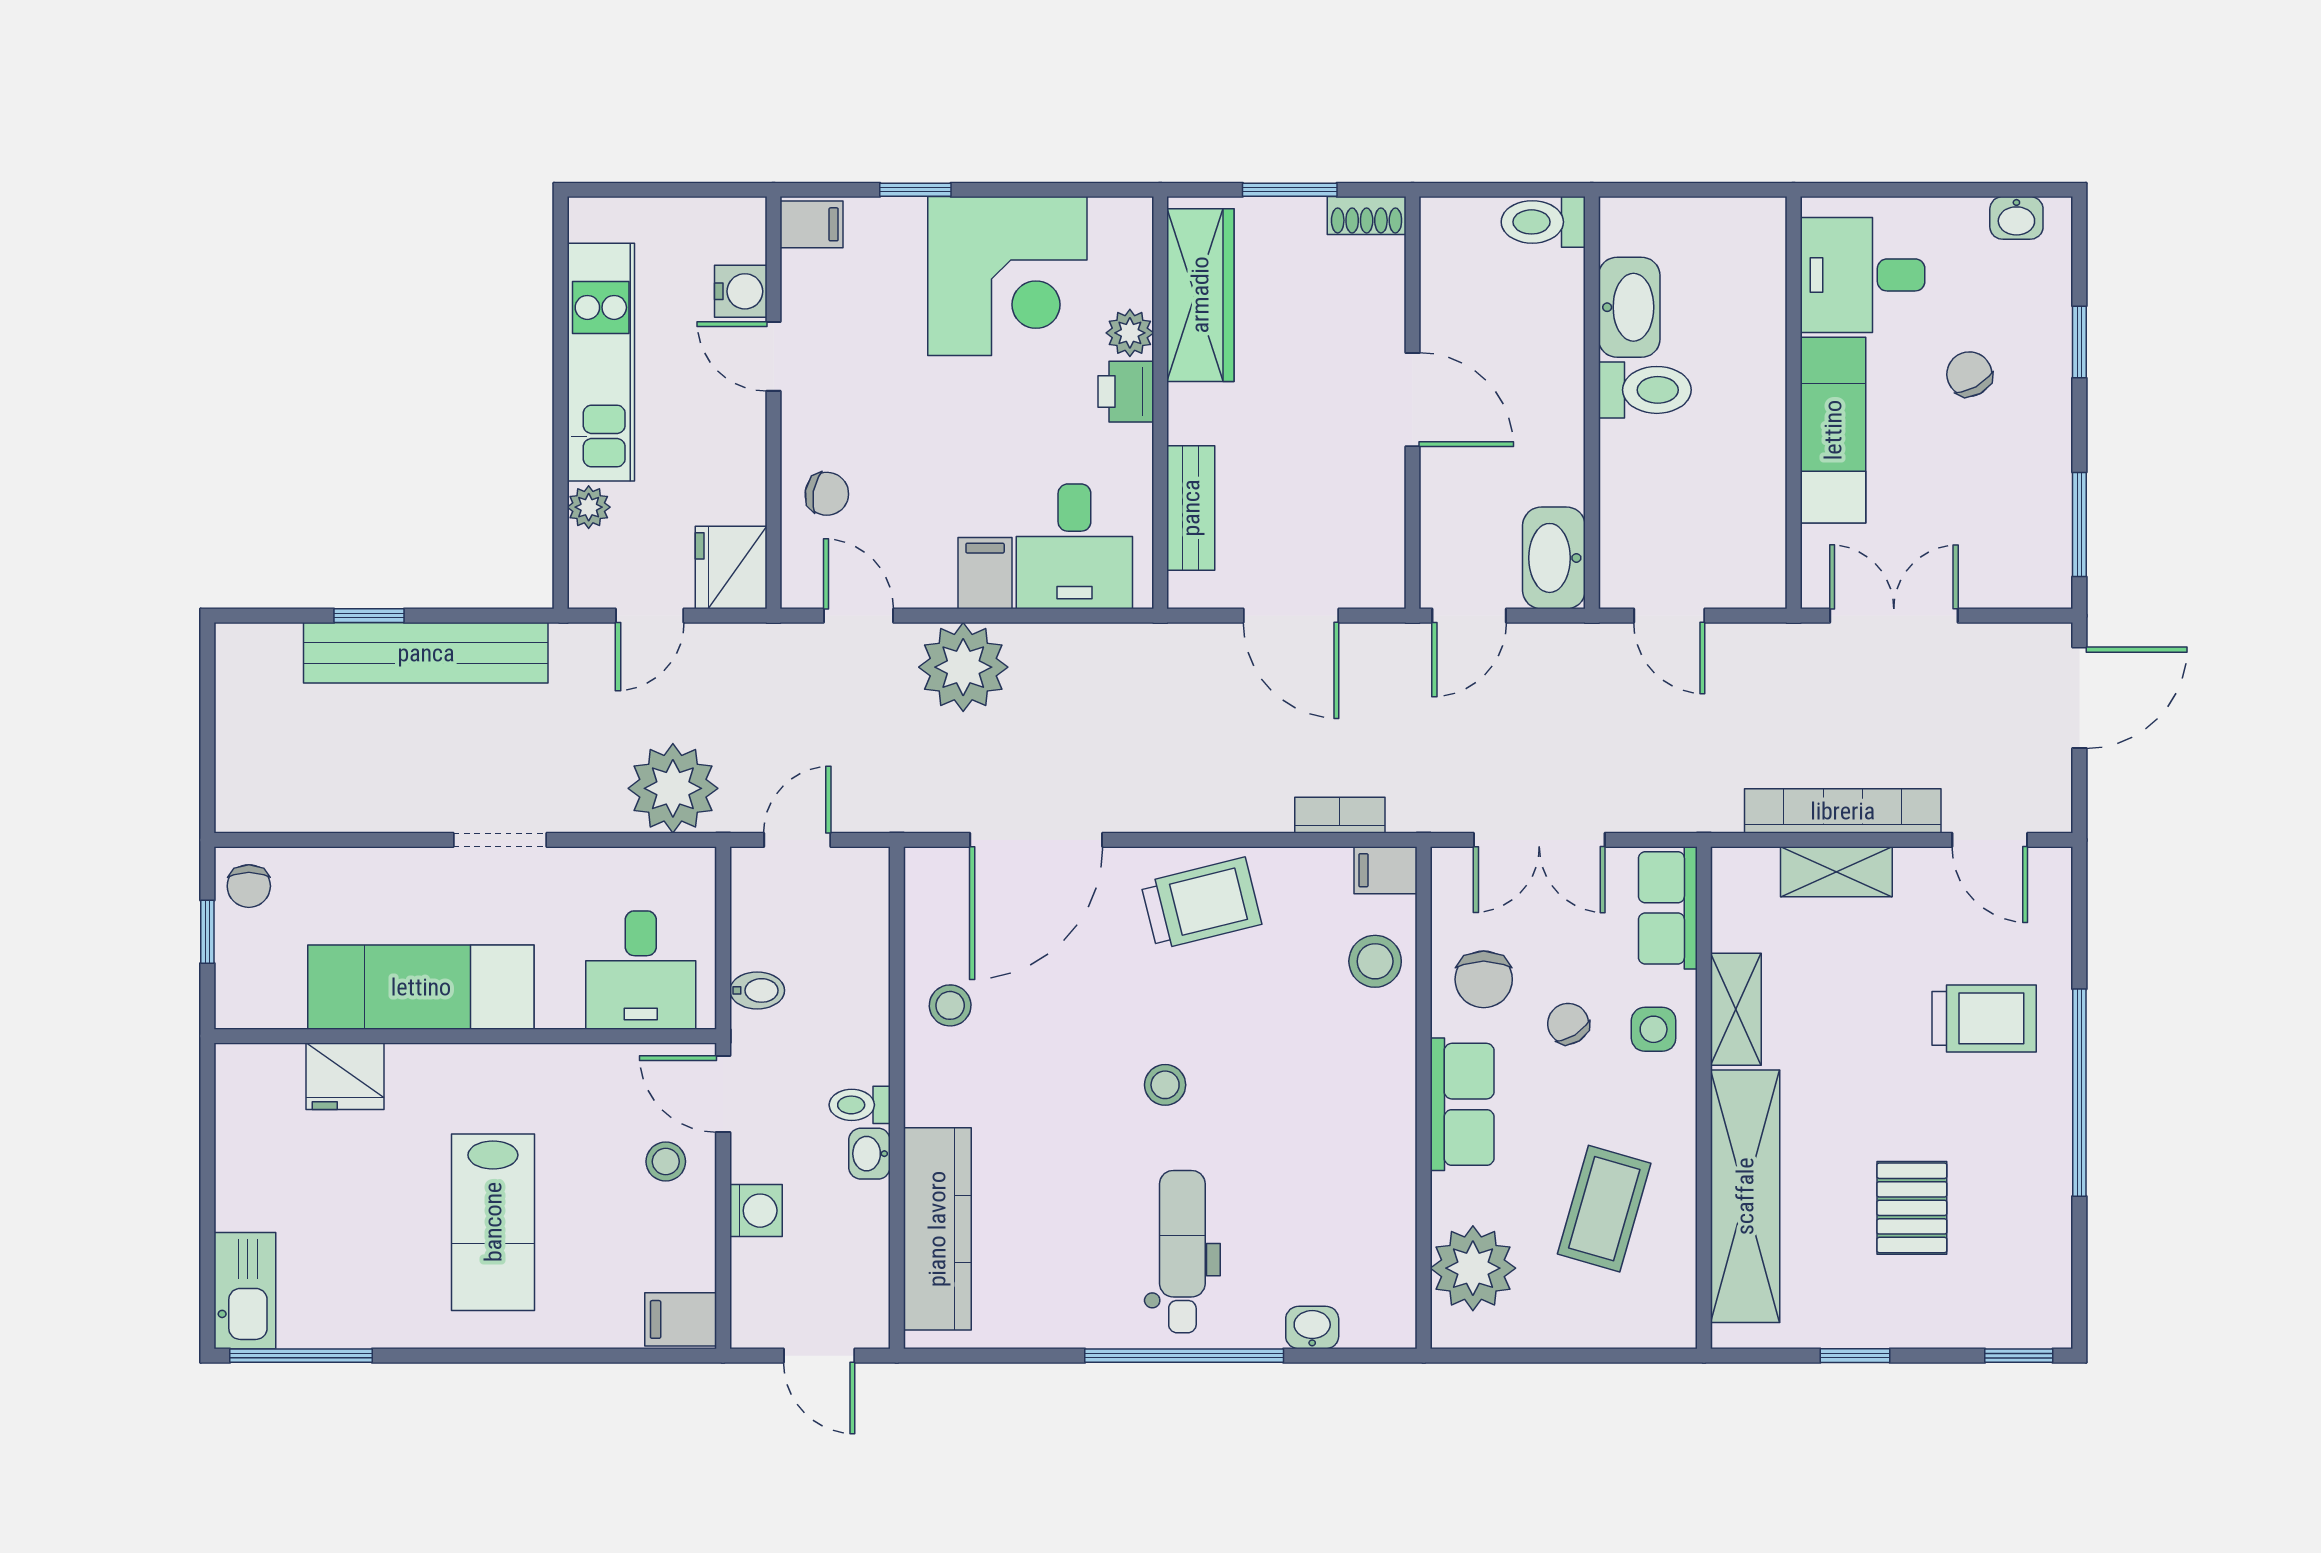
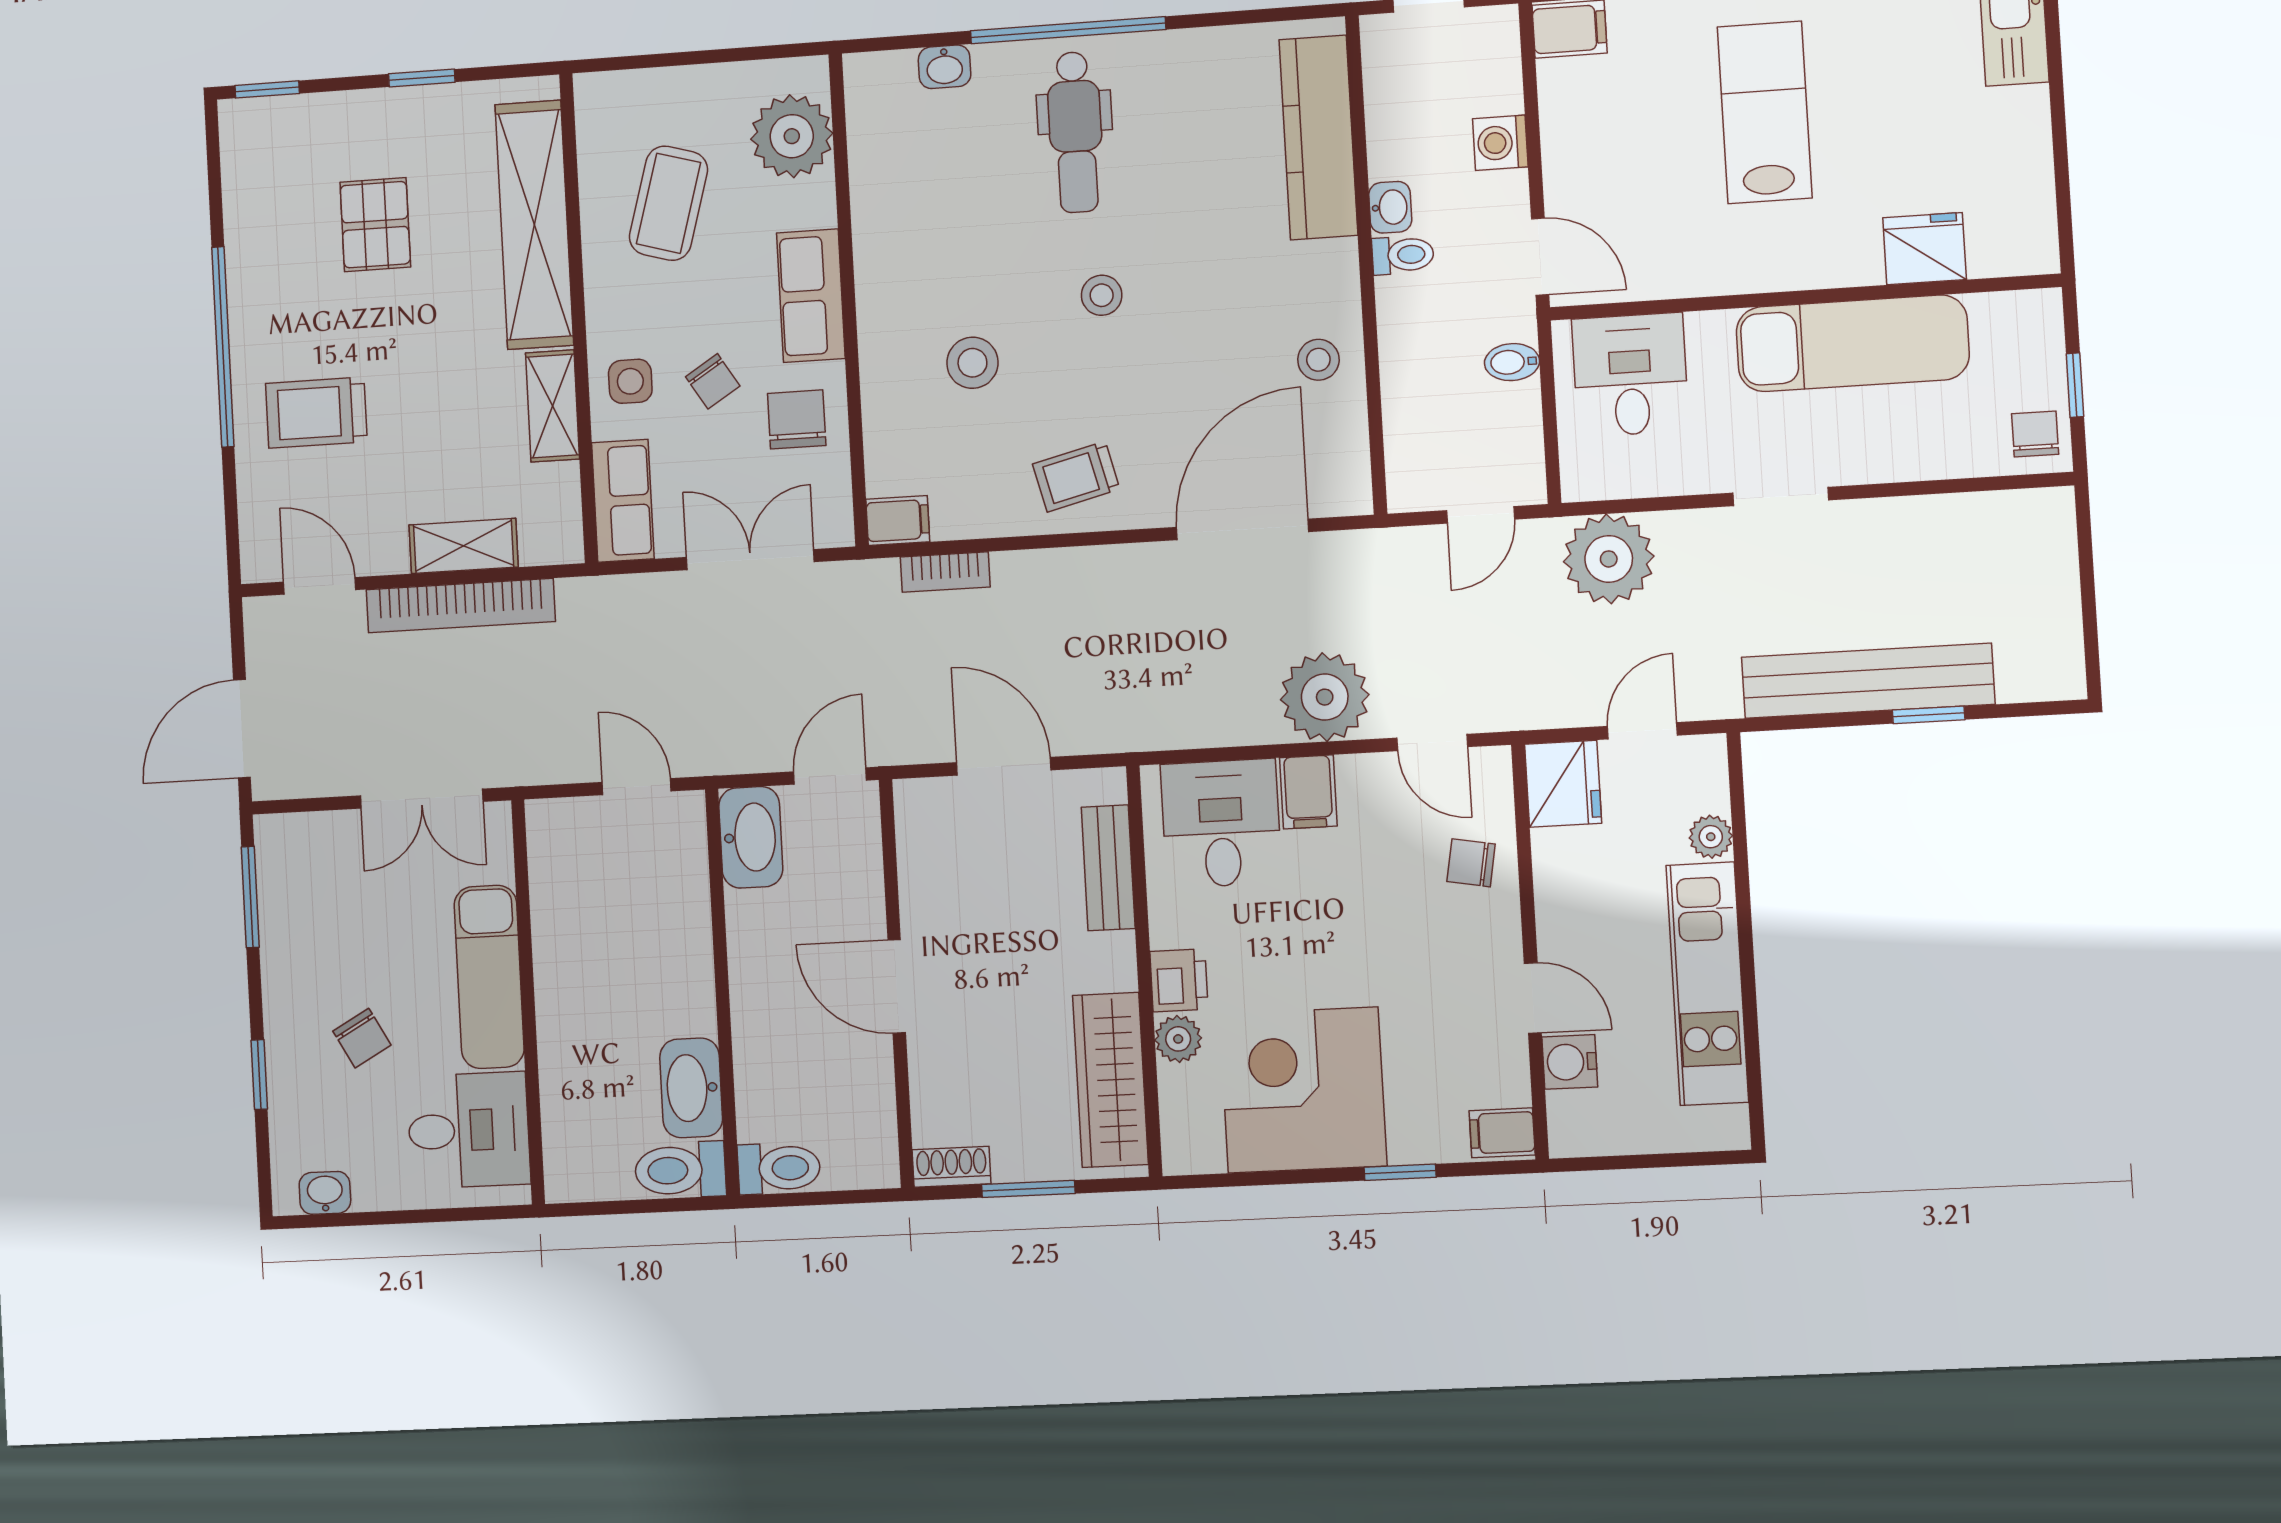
toilet: (1645, 390) -> (680, 1170), moved
trolley: (1201, 903) -> (1076, 477), width x0.73, depth x0.72
stool: (1375, 961) -> (972, 363), moved
stool: (666, 1162) -> (1594, 185), removed

